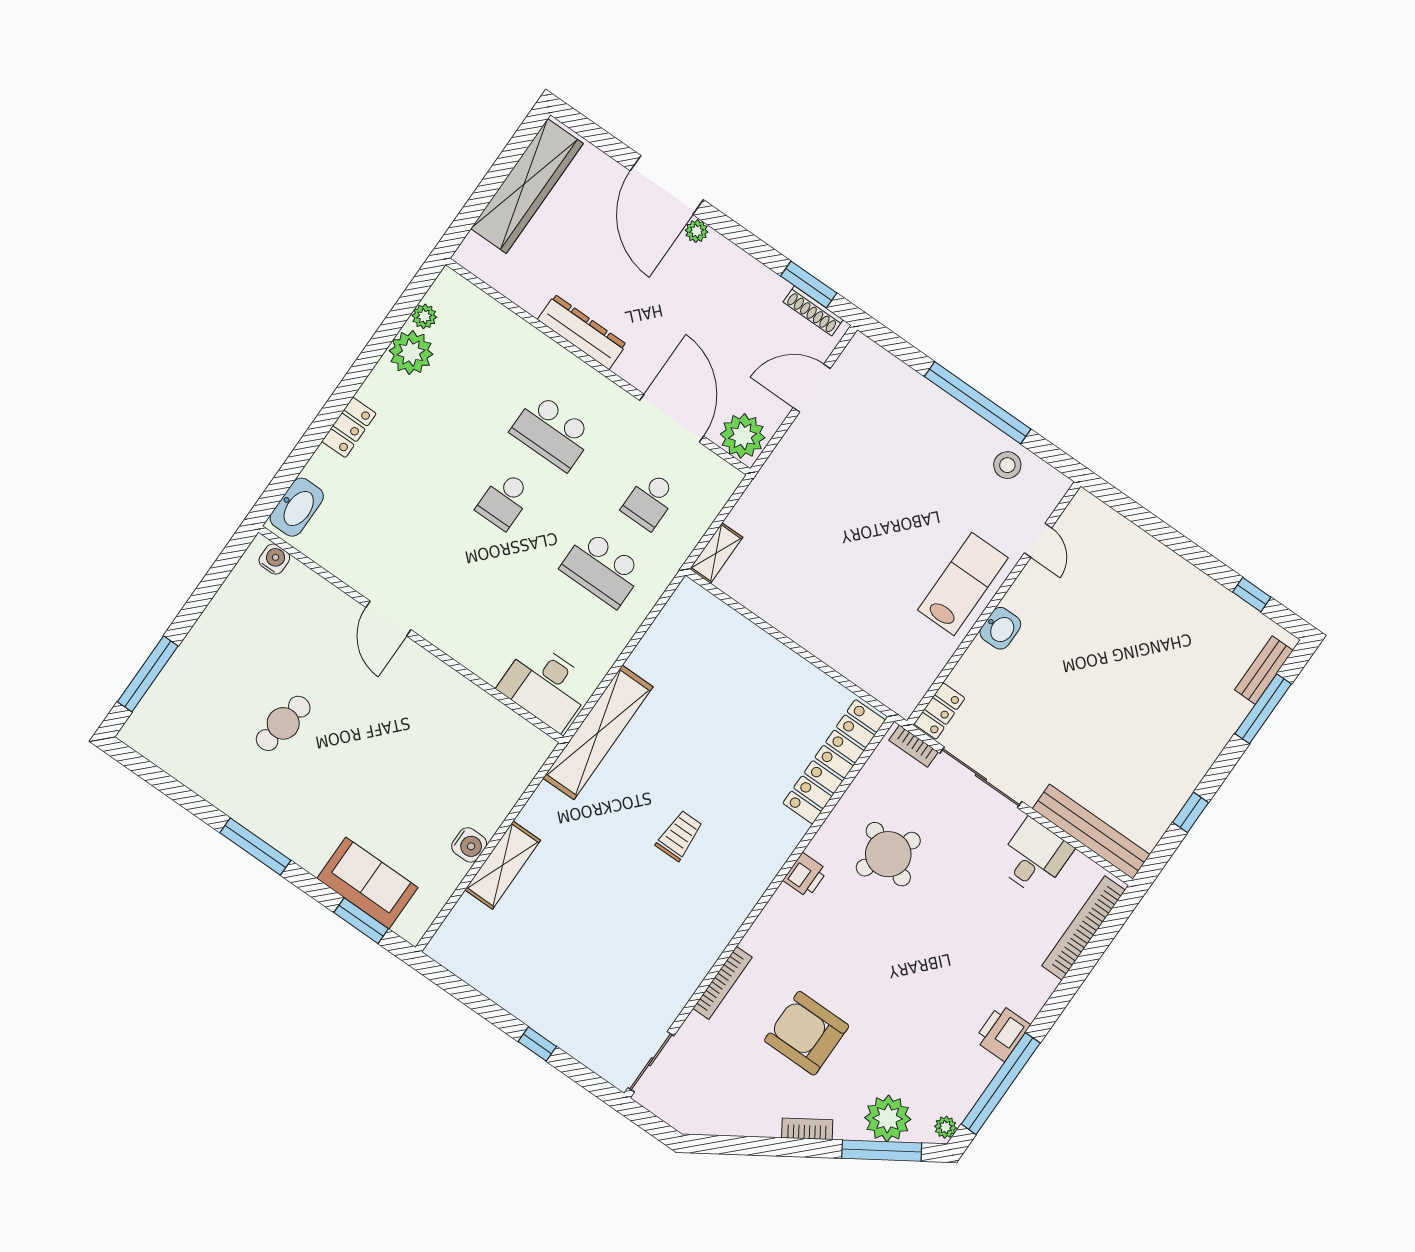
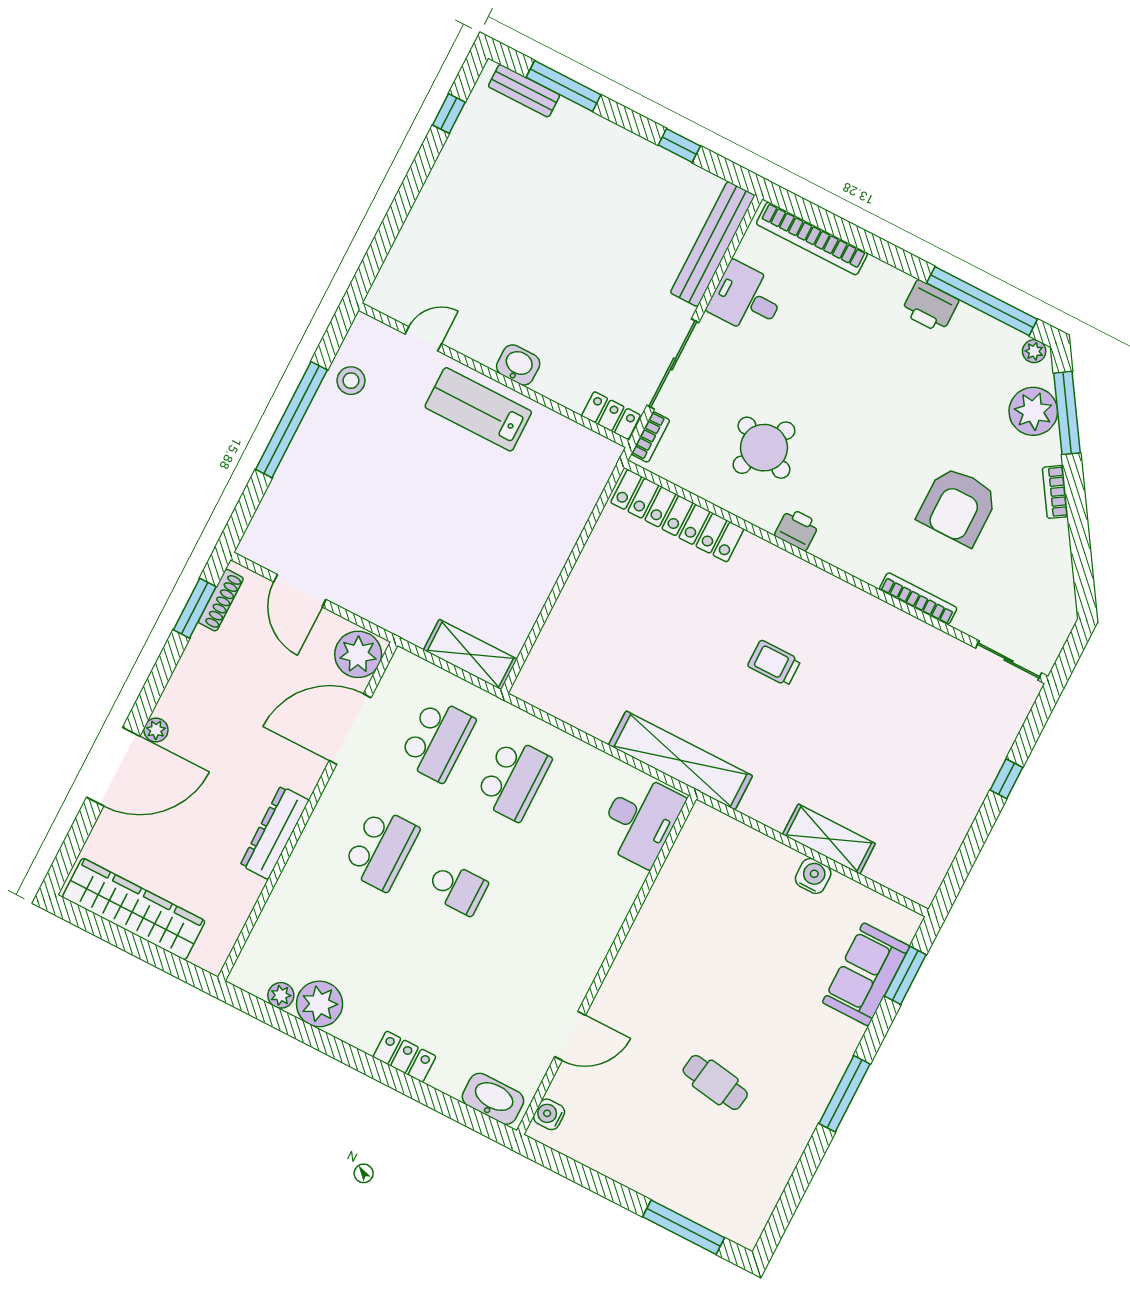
school desk: (650, 501) -> (437, 740), width x1.85
shelving: (716, 553) -> (470, 655), width x1.50, depth x1.33
door: (388, 619) -> (570, 1036), moved

